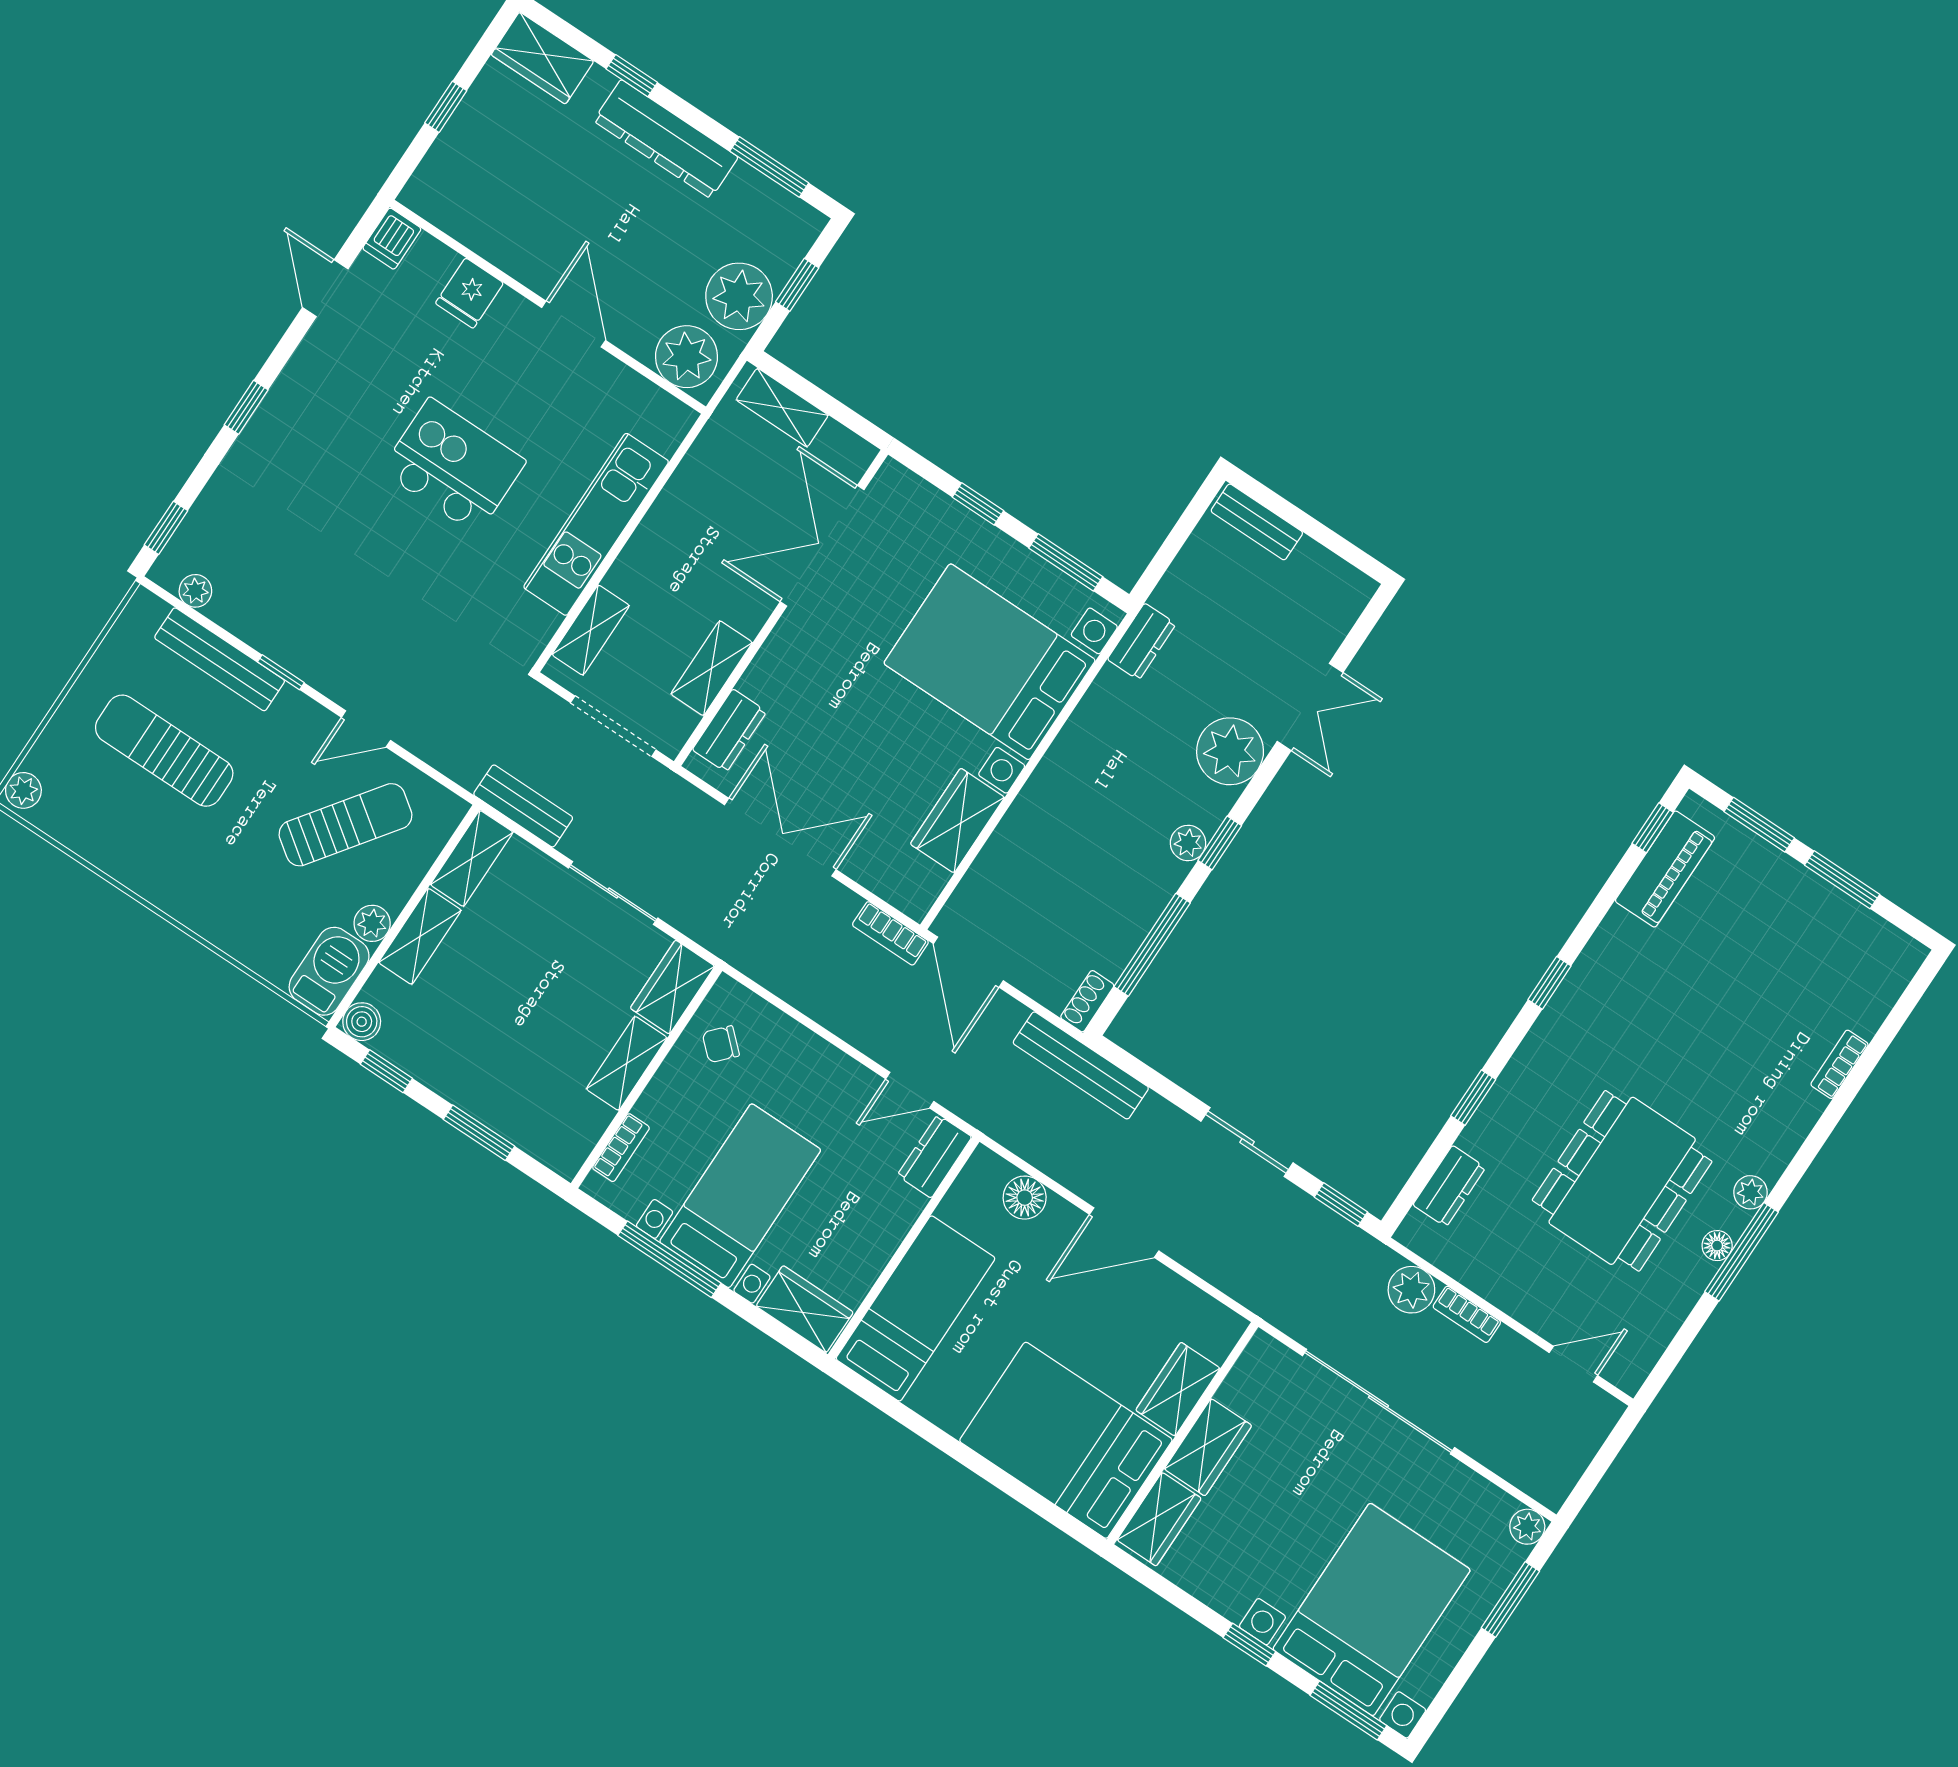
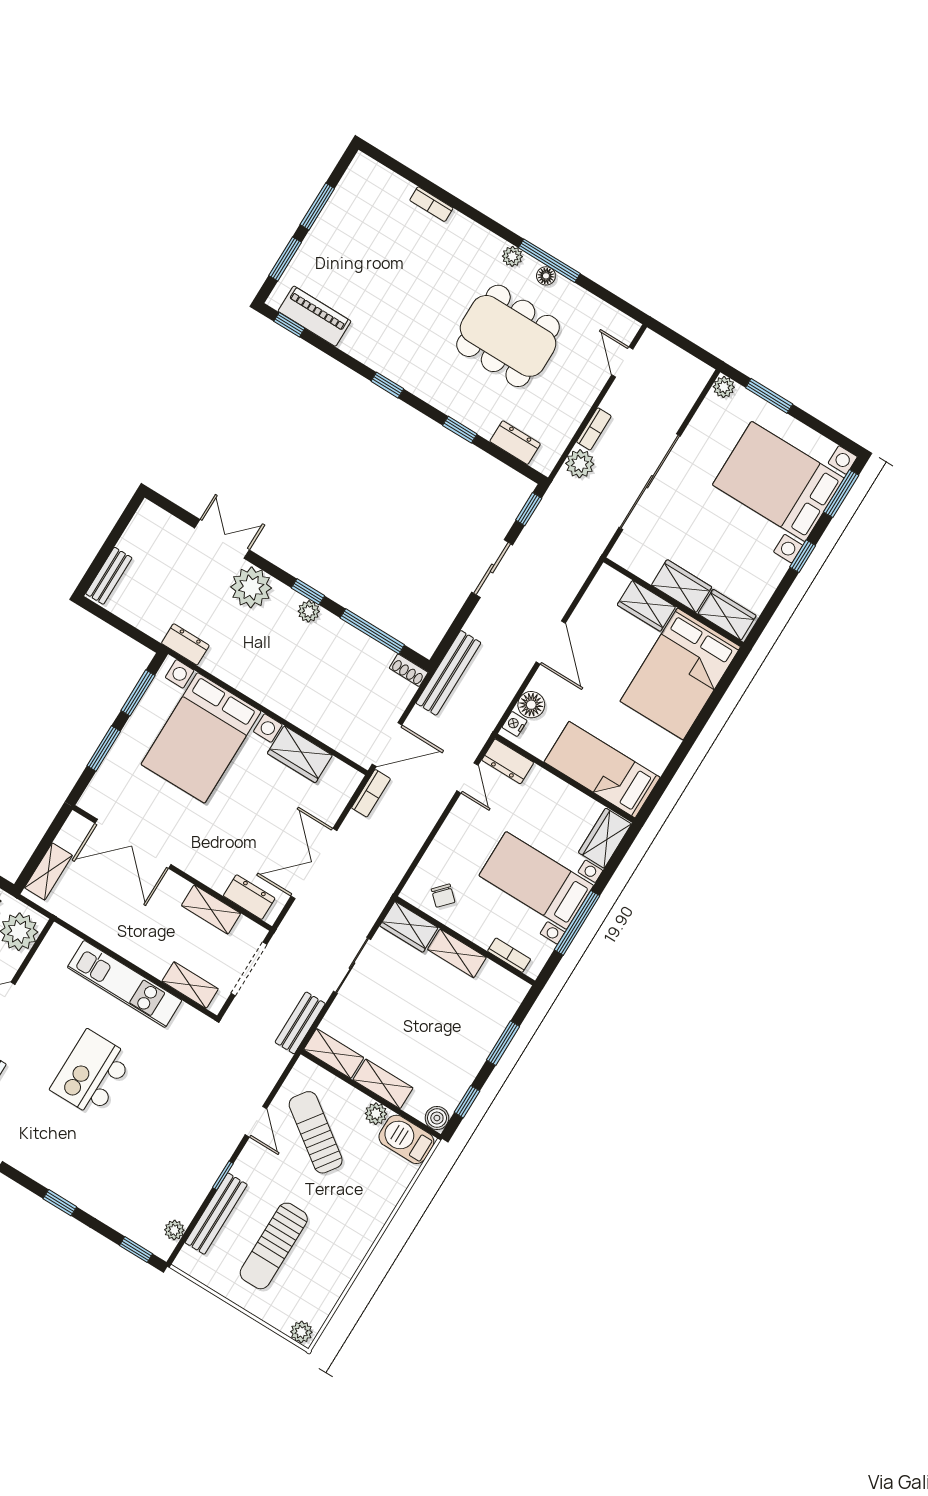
window: (978, 504) -> (104, 749), width x1.50
nightstand: (994, 1169) -> (515, 724), added

